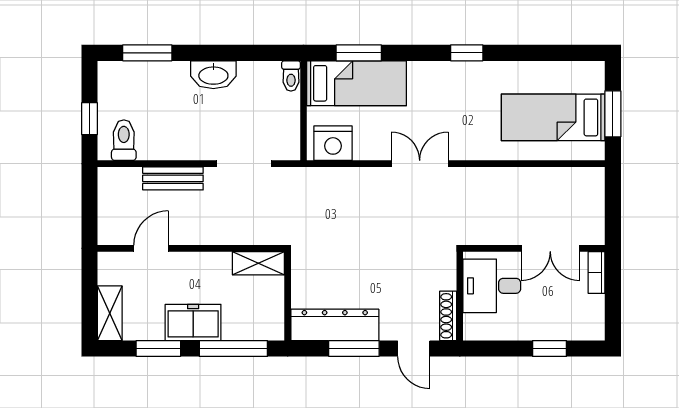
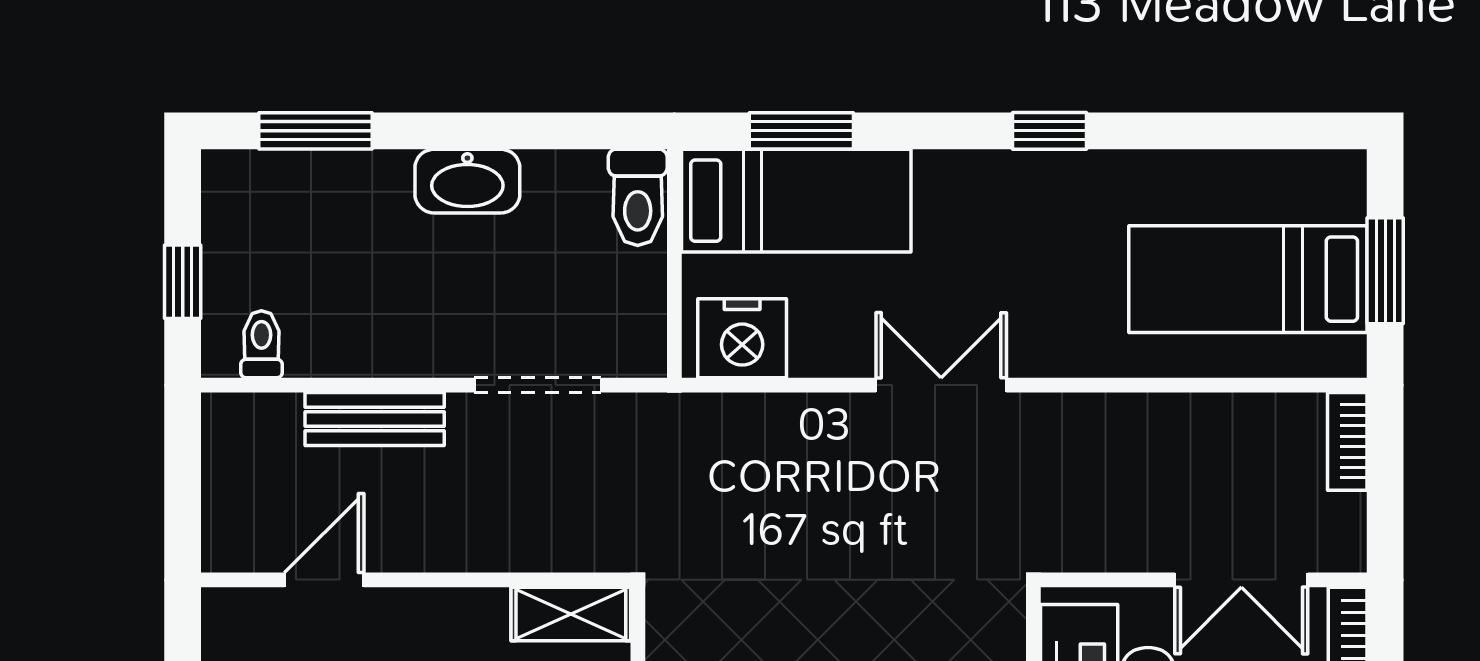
toilet: (291, 76) -> (638, 197), width x1.37, depth x1.39
toilet: (124, 140) -> (261, 344), width x0.73, depth x0.72
bookcase: (596, 188) -> (1347, 441), added

